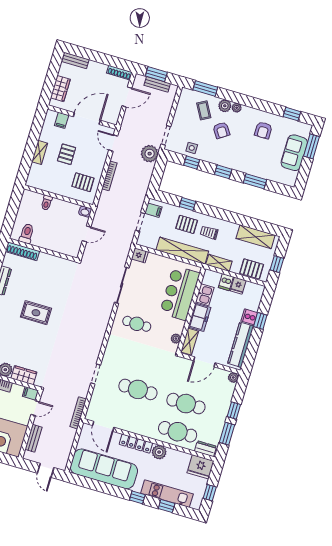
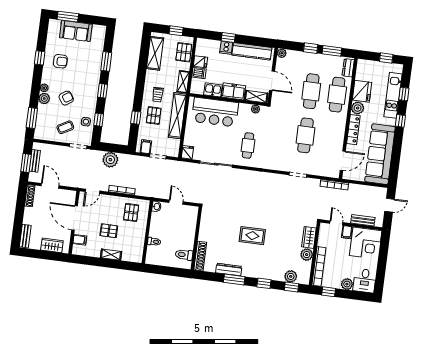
coffee table: (204, 110) -> (65, 127), moved
window: (292, 114) -> (40, 58), moved
plant: (150, 154) -> (110, 160), moved
rug: (36, 313) -> (252, 236), turned 90
filing cabinet: (30, 393) -> (347, 232), moved
fridge: (200, 467) -> (362, 91), moved

